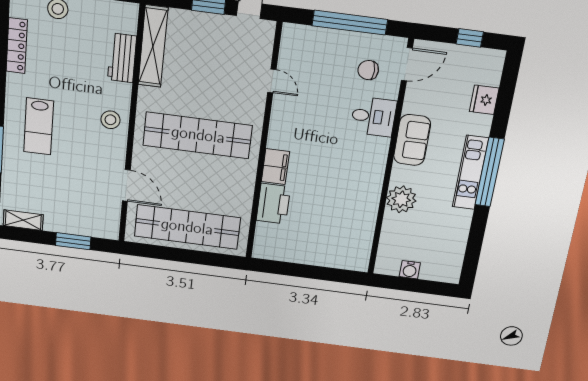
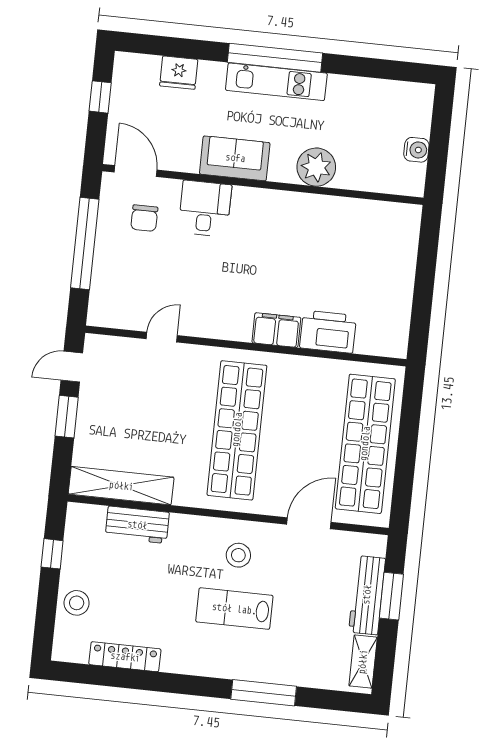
stool: (110, 120) -> (238, 555), moved
lab bench: (39, 126) -> (234, 609), moved, turned 180
workbench: (73, 225) -> (367, 595), added

